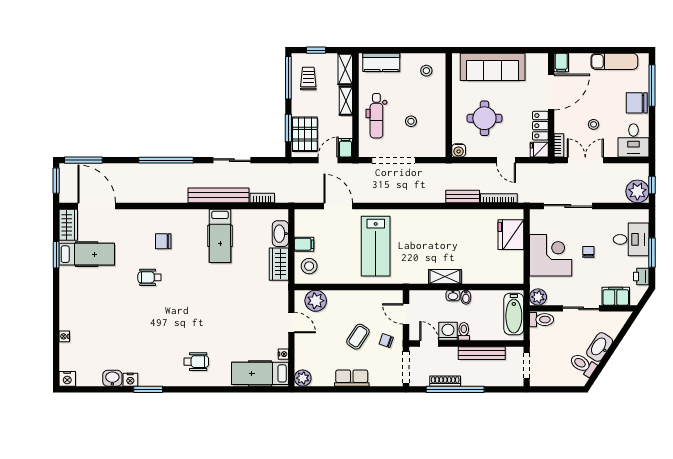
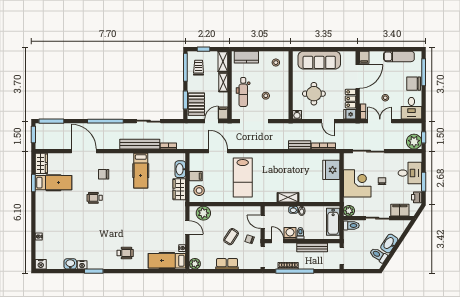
door: (97, 206) -> (84, 151), moved

